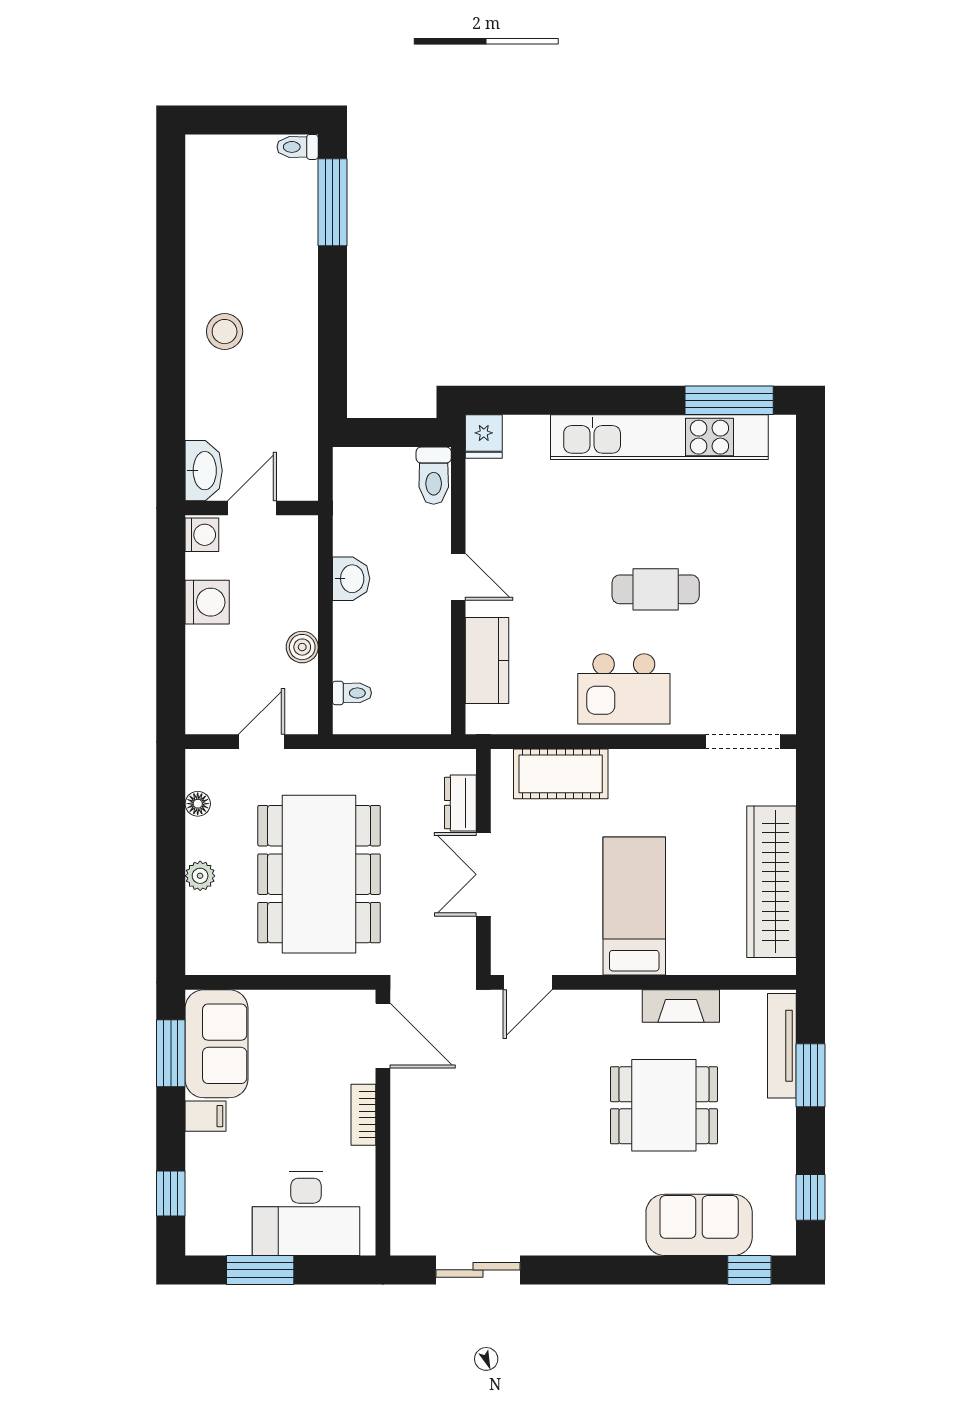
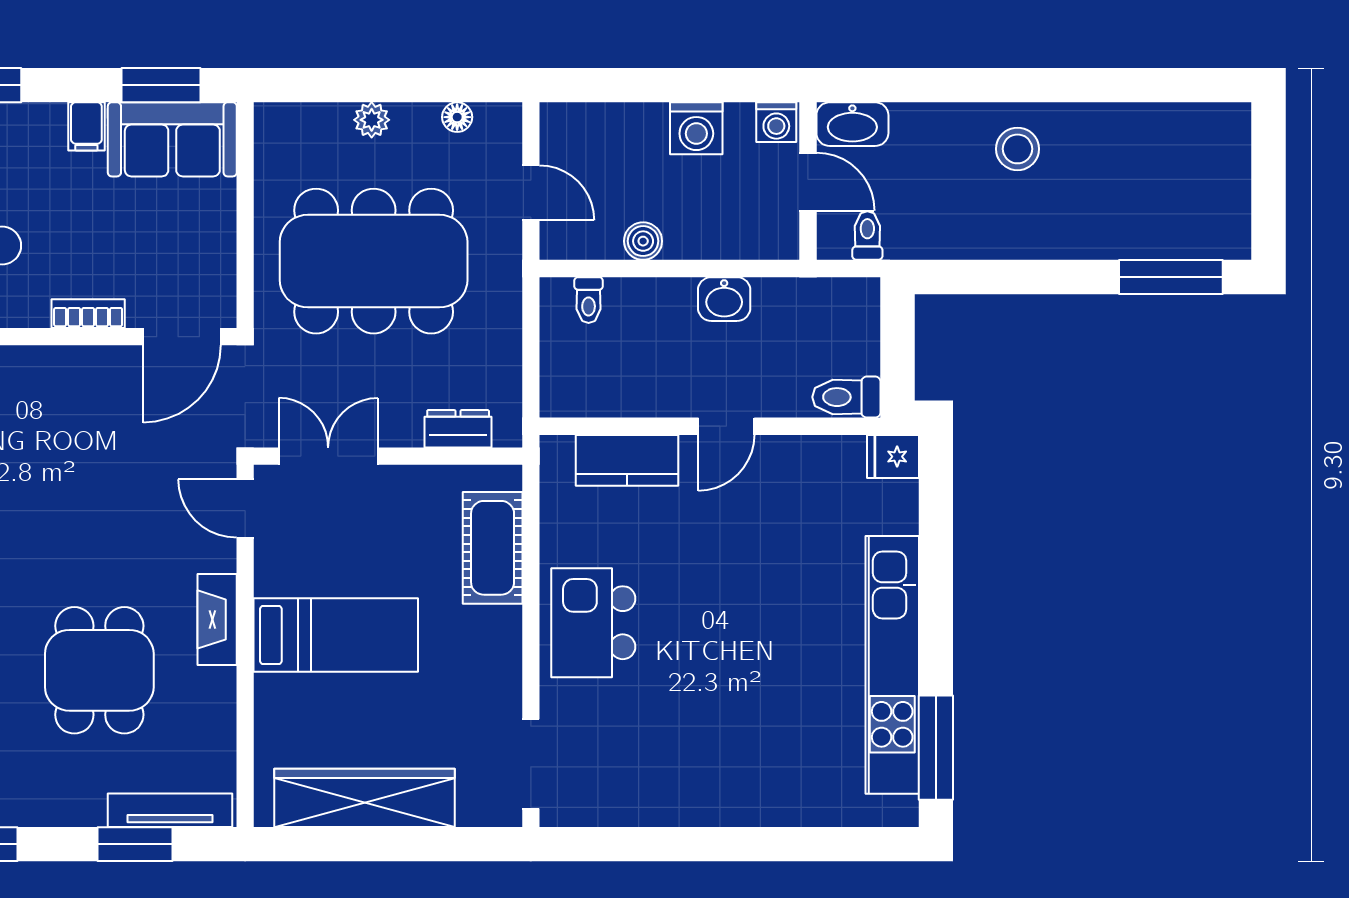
toilet: (298, 147) -> (867, 236), moved
cafe table: (656, 589) -> (712, 660), removed
double door: (483, 874) -> (328, 456), moved
fireplace: (681, 1006) -> (217, 619), moved

